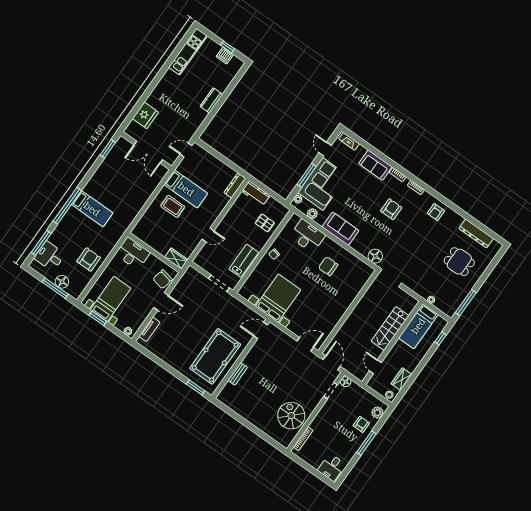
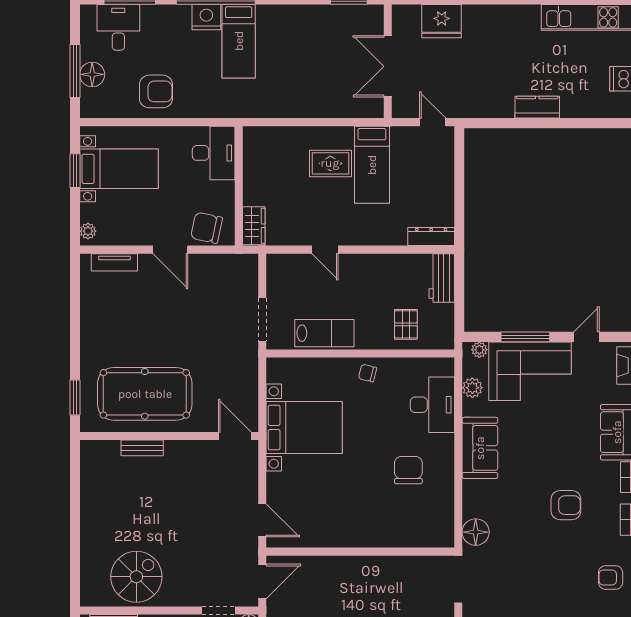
rug: (173, 206) -> (330, 163), turned 90
nightstand: (72, 215) -> (206, 17), added

